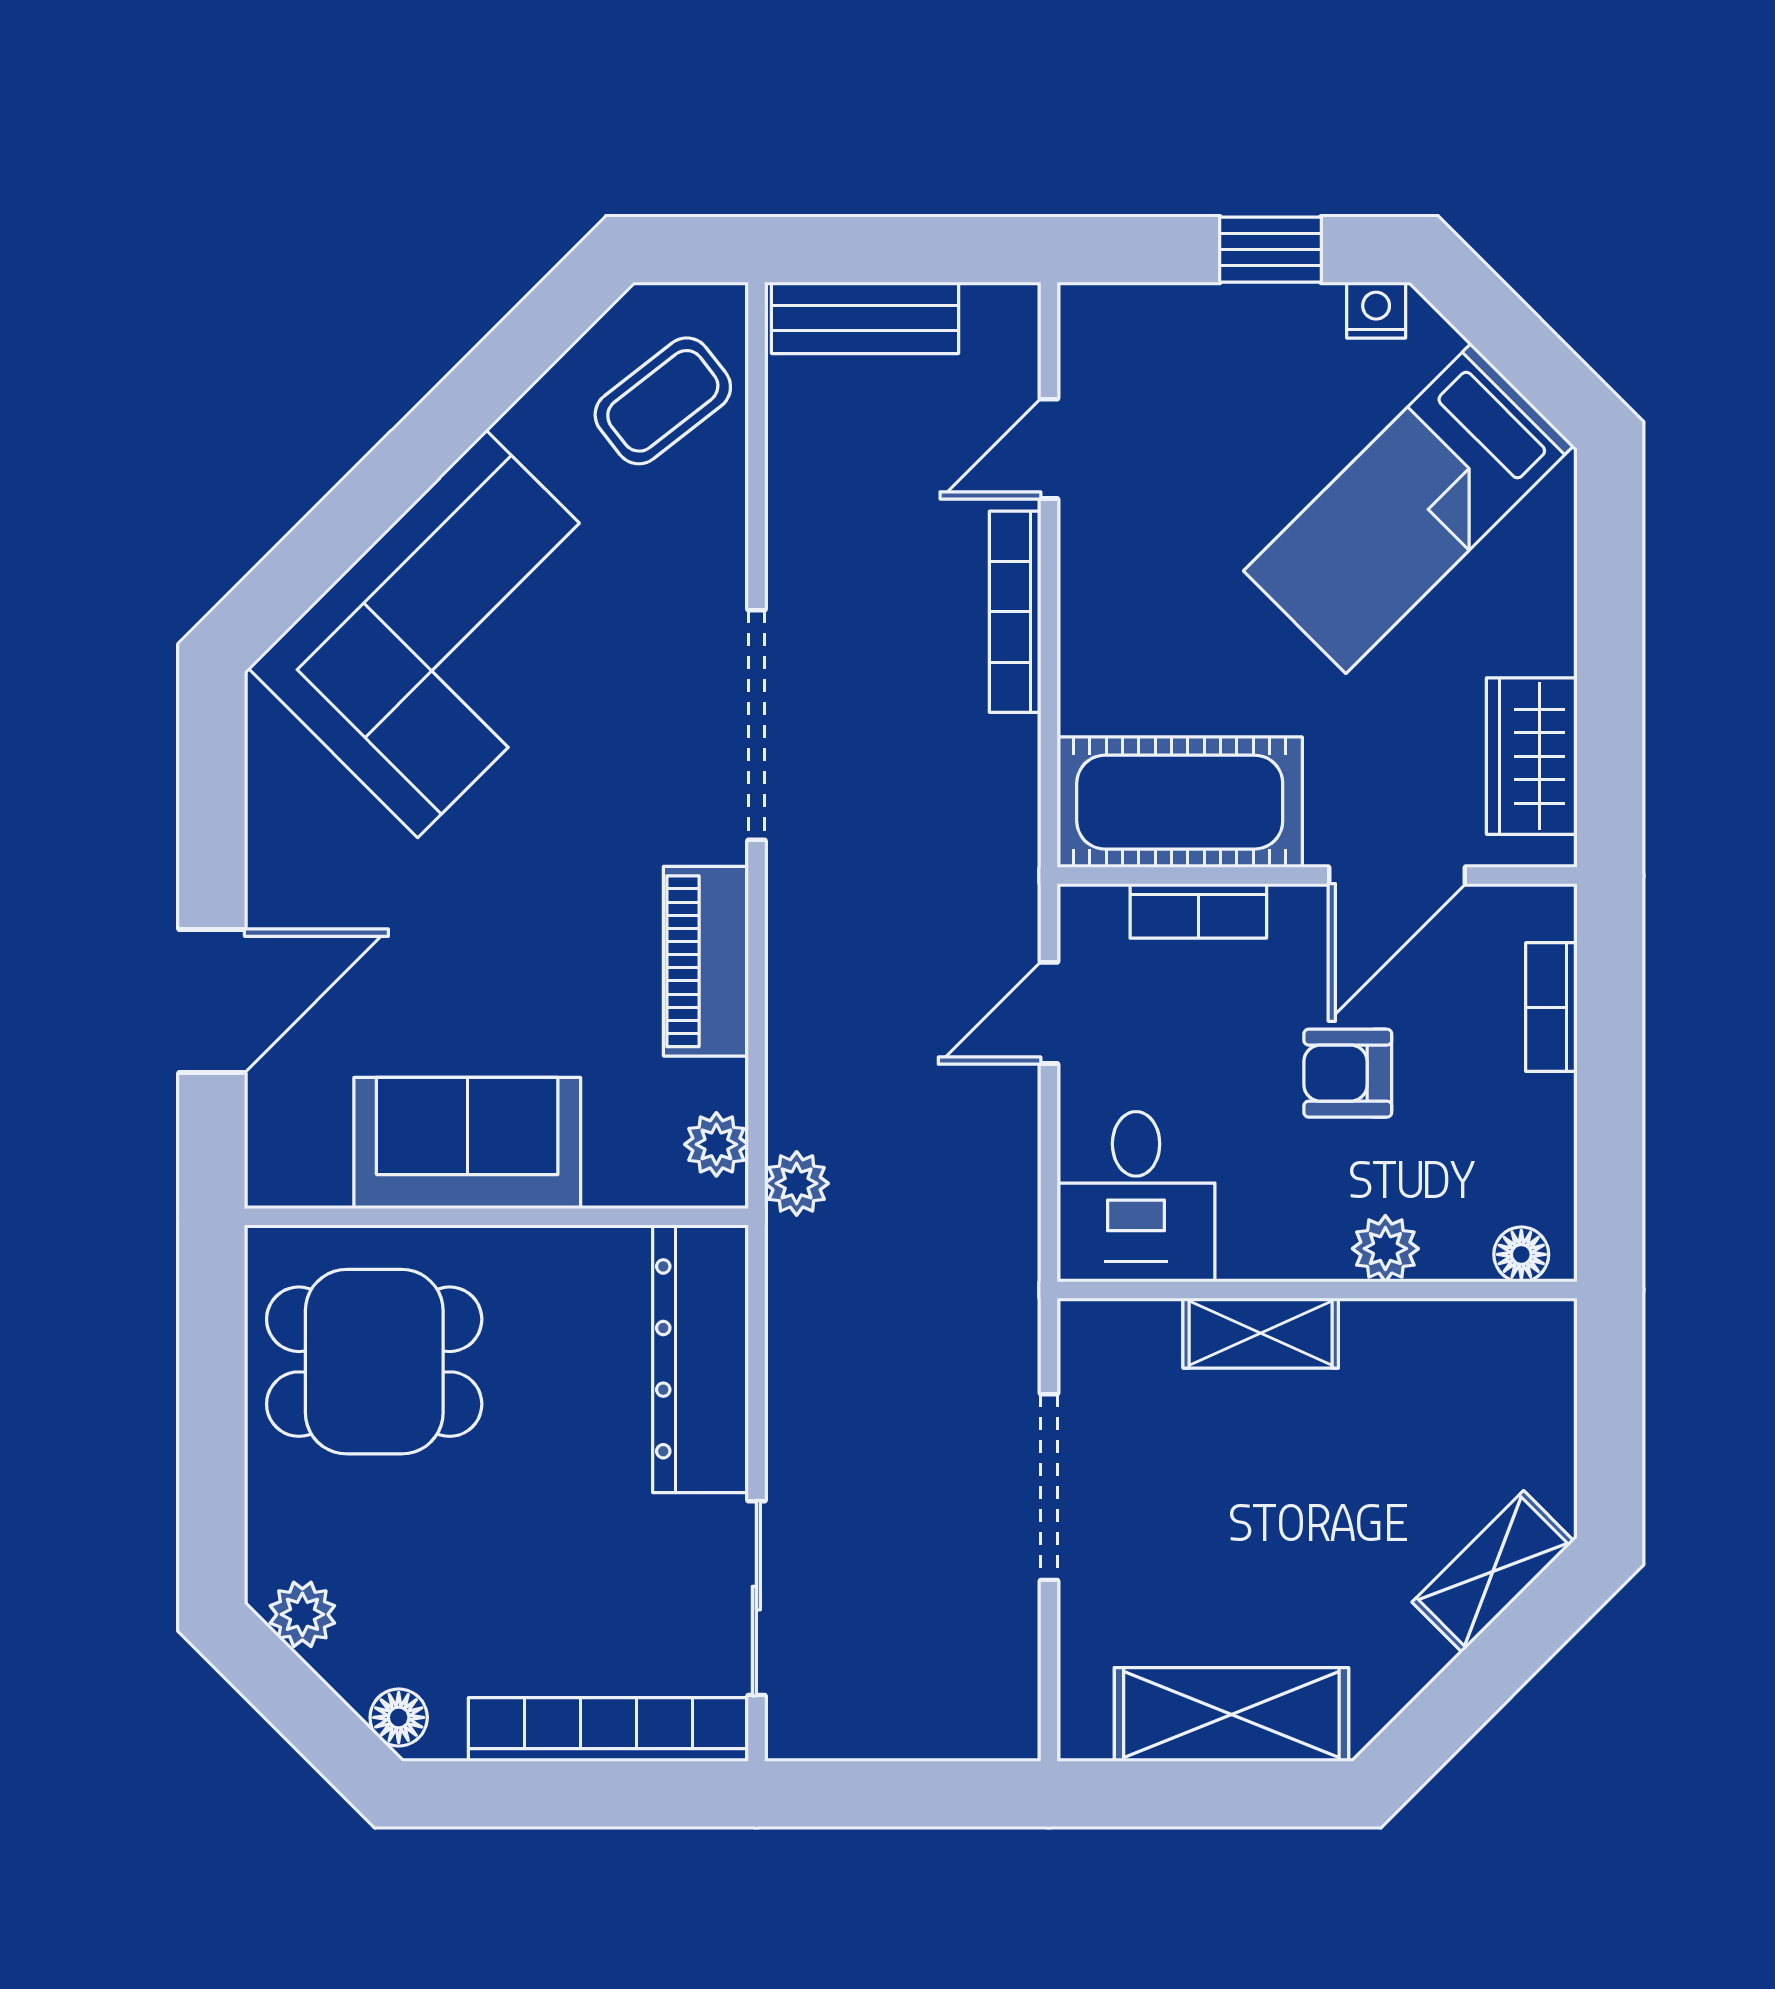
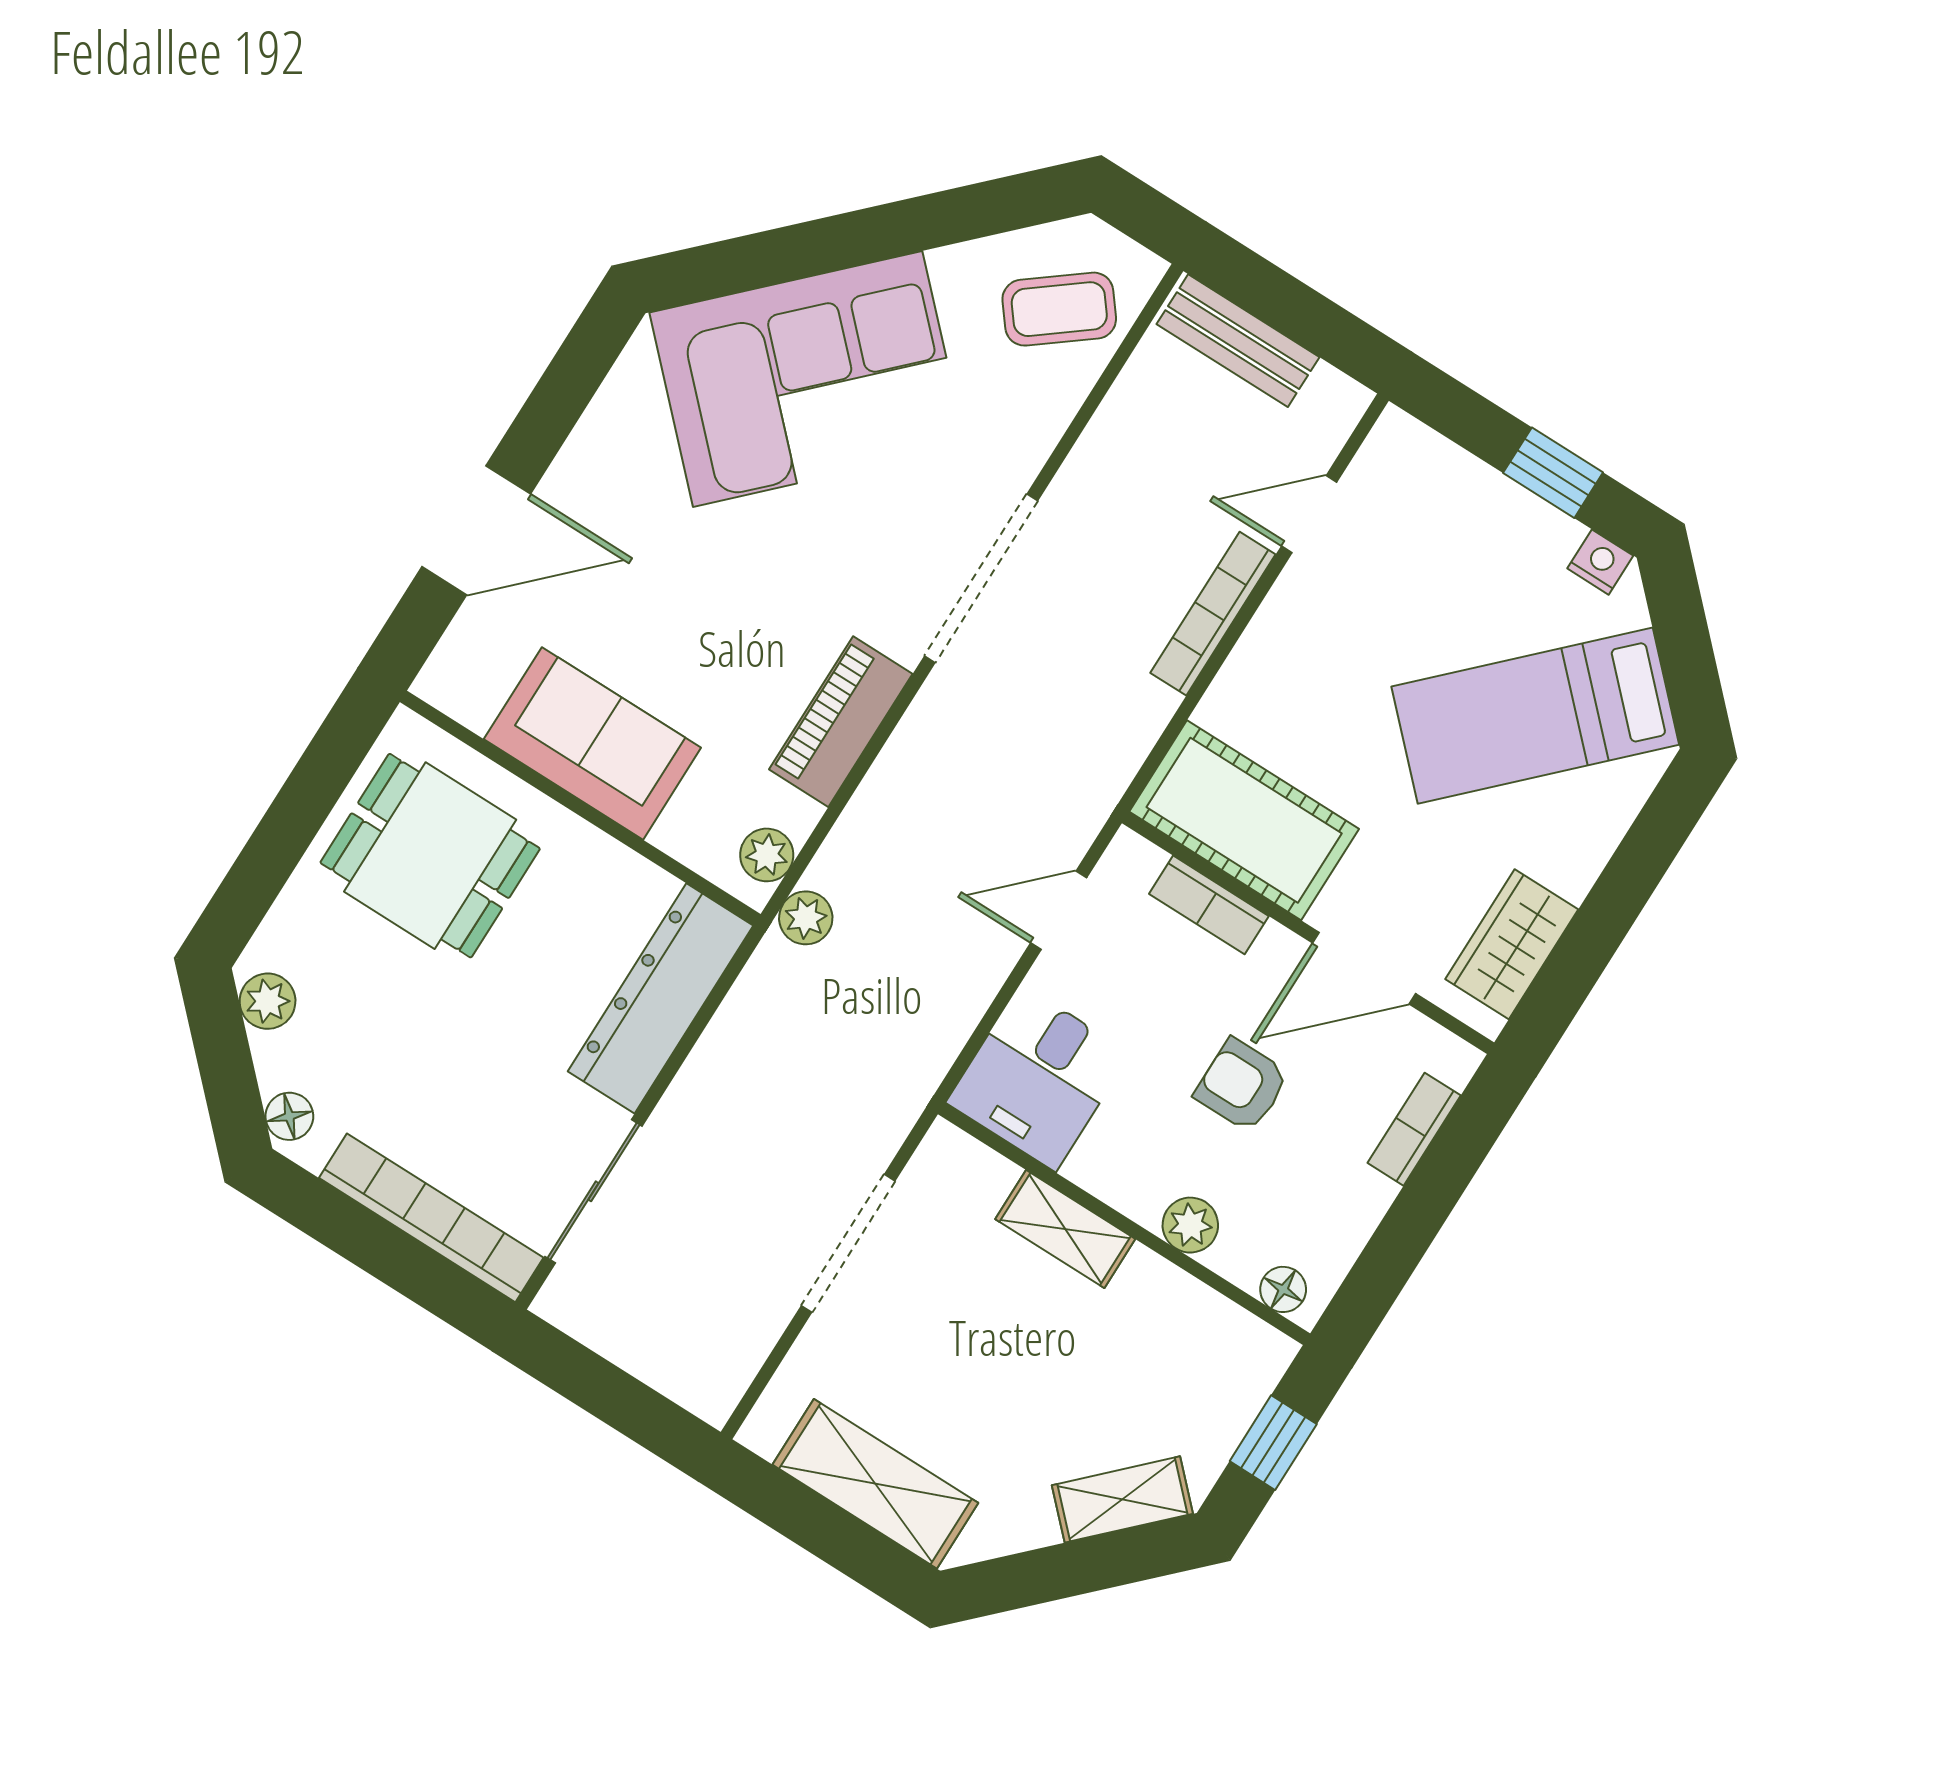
window: (1610, 1417) -> (1273, 1443), added

